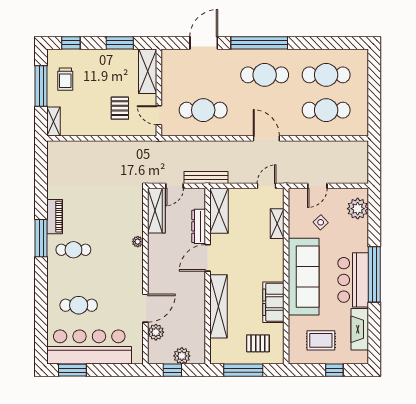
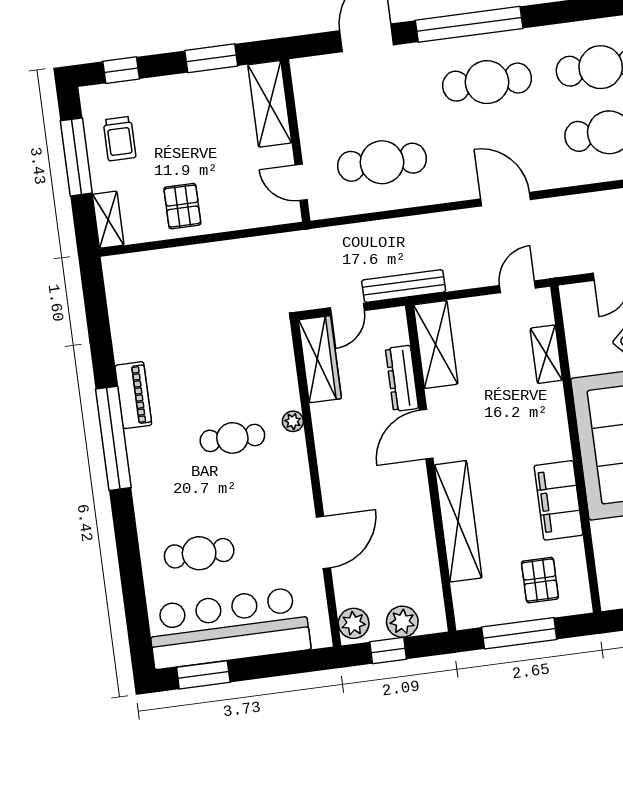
pallet: (120, 108) -> (182, 206), moved
window: (41, 238) -> (113, 438), width x1.46
cafe table: (73, 250) -> (232, 438), moved
plant: (156, 332) -> (354, 623), moved
pallet: (258, 343) -> (540, 580), turned 90

